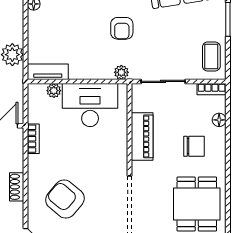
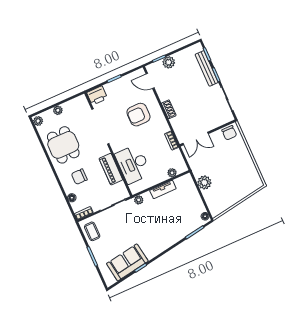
armchair: (122, 28) -> (149, 225), removed
tv unit: (48, 72) -> (163, 189), moved
desk: (90, 105) -> (133, 164), moved, turned 90
armchair: (65, 199) -> (138, 115), turned 140

